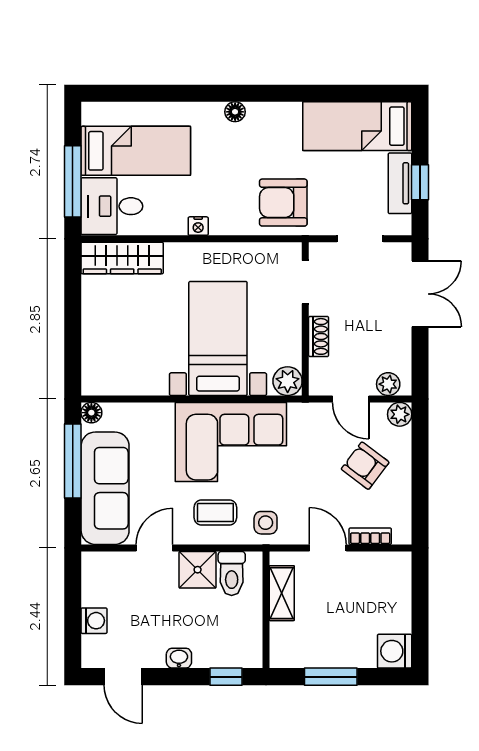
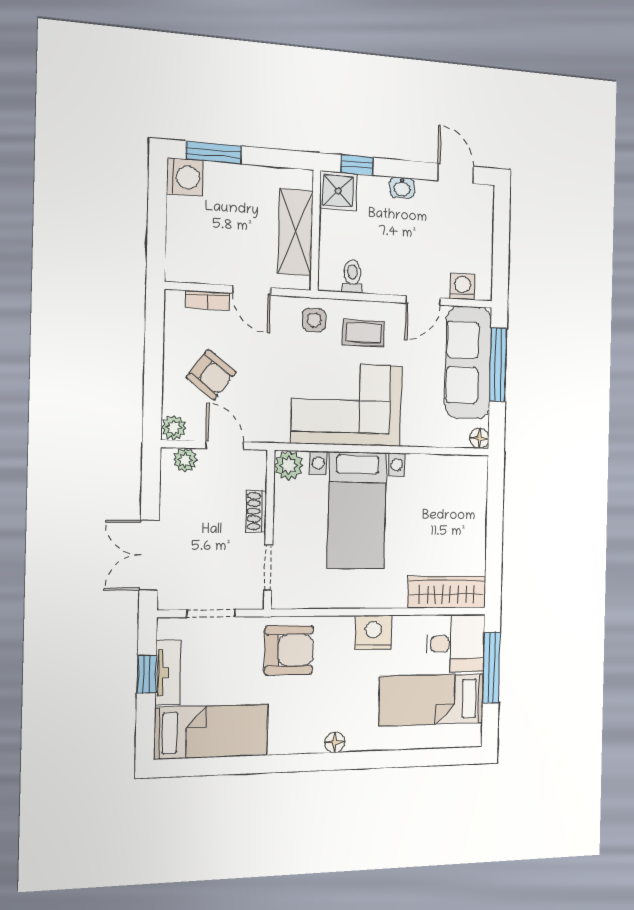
nightstand: (198, 226) -> (373, 632), width x1.89, depth x1.79
window: (73, 461) -> (498, 365), moved
shower: (198, 570) -> (338, 191), moved
toilet: (232, 573) -> (352, 276), width x0.73, depth x0.72
shelving: (282, 593) -> (296, 232), width x1.50, depth x1.33
washing machine: (94, 621) -> (463, 286), moved, turned 90
window: (331, 677) -> (214, 153), moved

